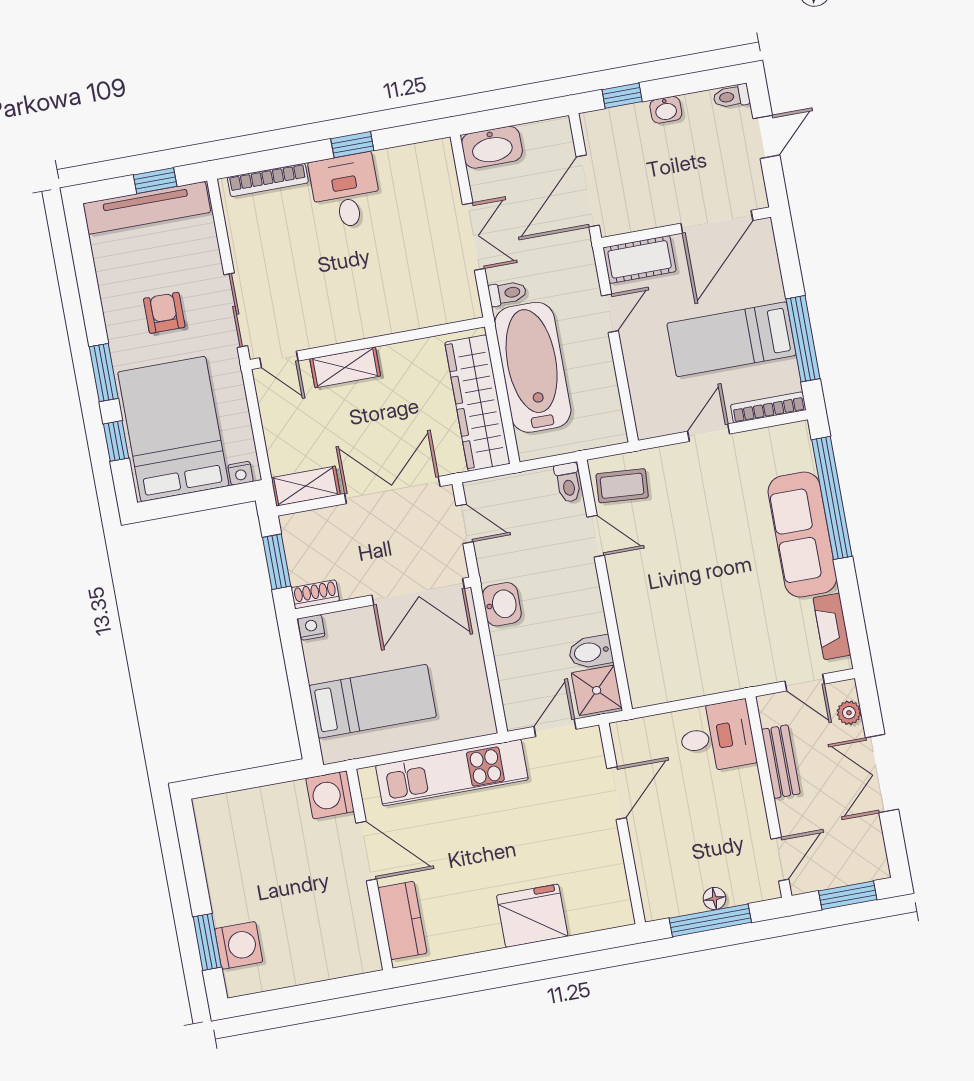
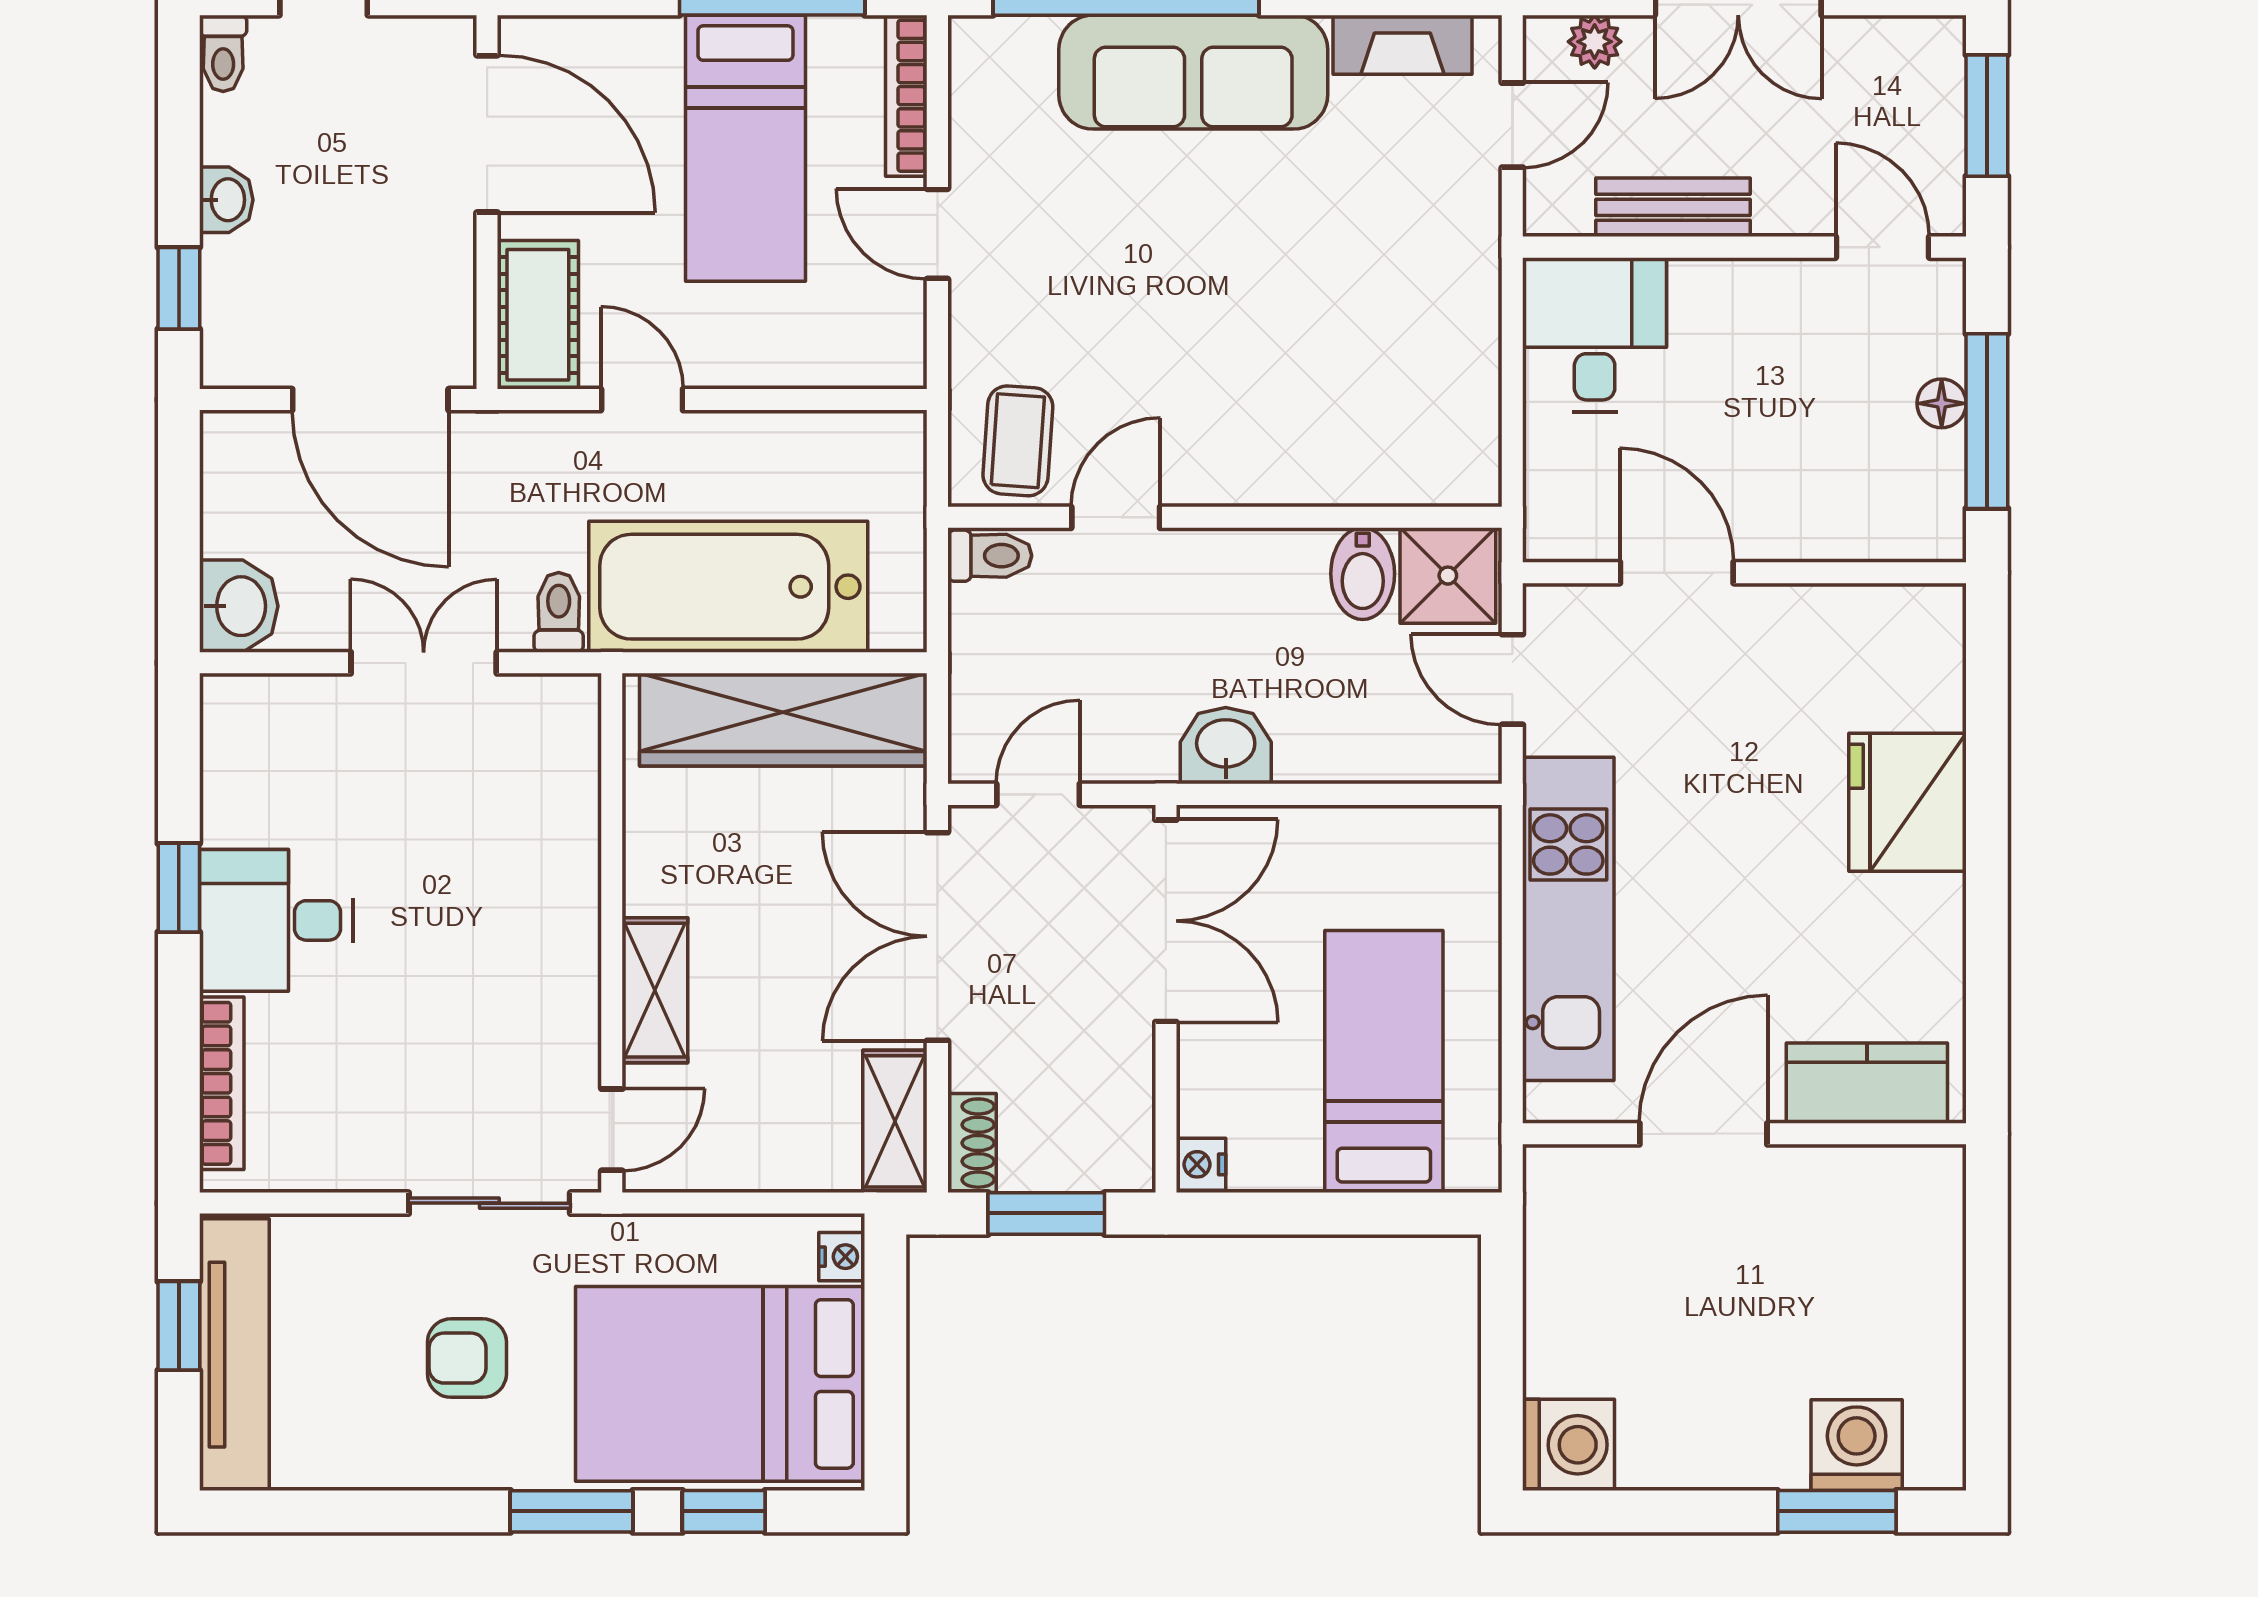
washbasin: (492, 147) -> (239, 606), width x0.72
shoe rack: (315, 594) -> (972, 1143), moved, turned 180
washing machine: (330, 795) -> (1569, 1445), moved, turned -90

